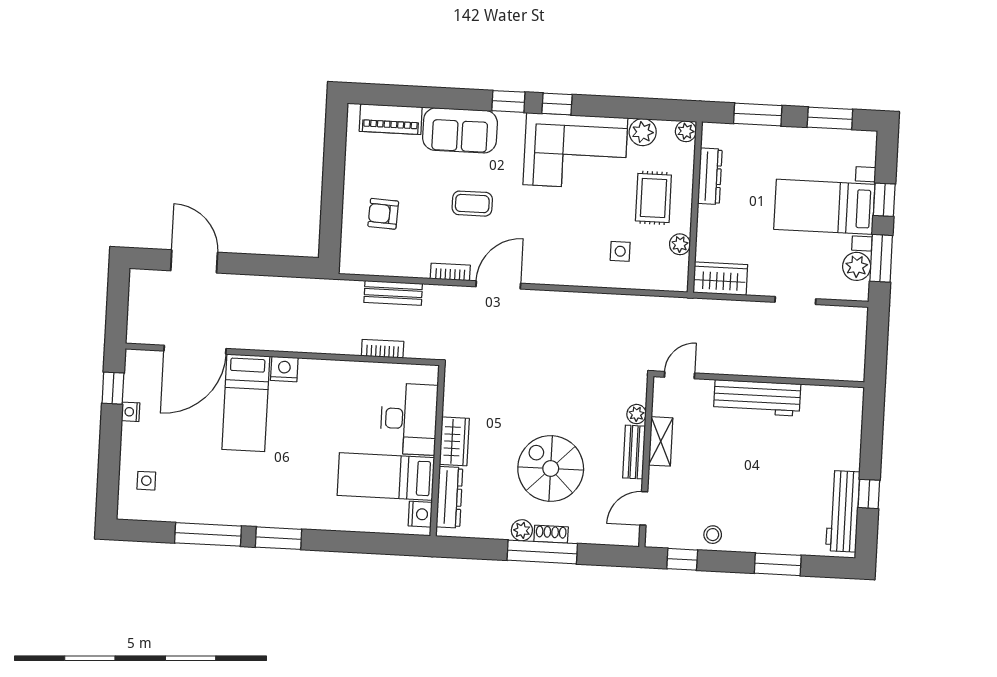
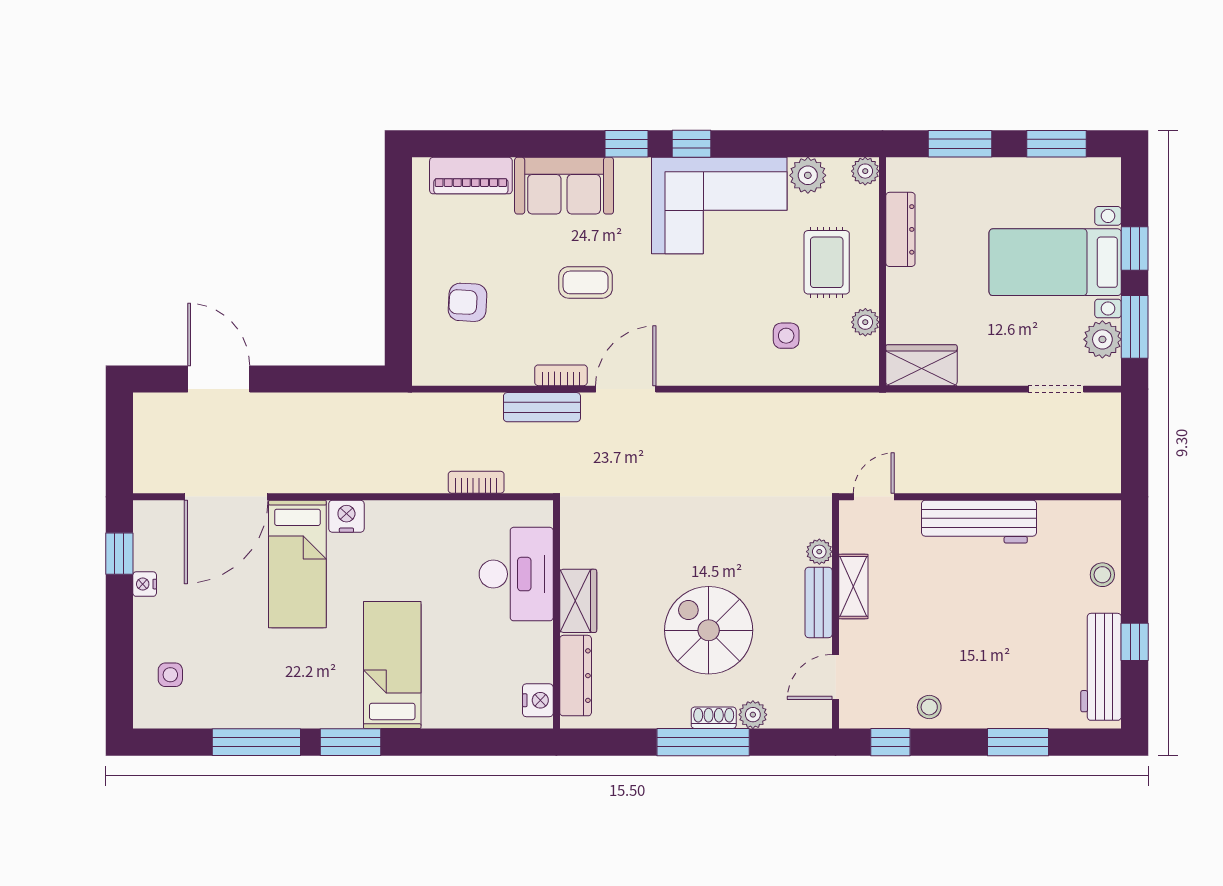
bench: (393, 293) -> (542, 407), moved
doorway: (795, 301) -> (1056, 389), moved
stool: (847, 442) -> (1102, 575), added
bed: (386, 476) -> (392, 665), moved, turned 90
plant: (522, 530) -> (753, 715), moved

